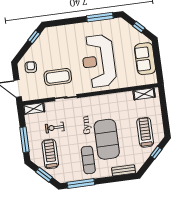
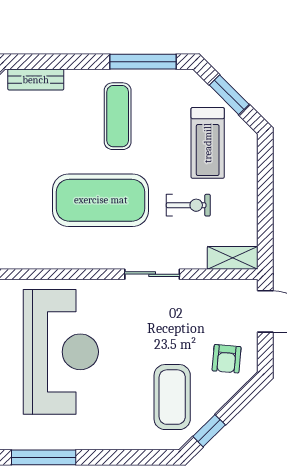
coffee table: (58, 77) -> (172, 397), moved, turned 90
exercise mat: (107, 139) -> (101, 200), moved, turned 90
window: (24, 140) -> (265, 186), removed

